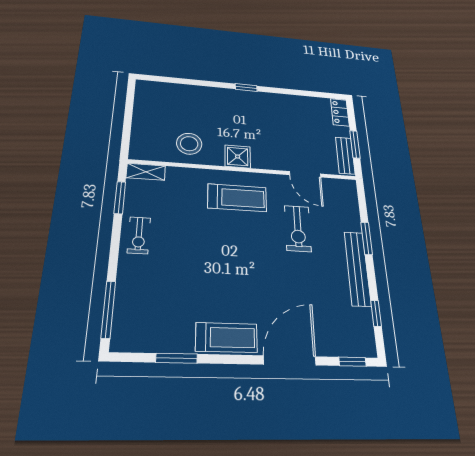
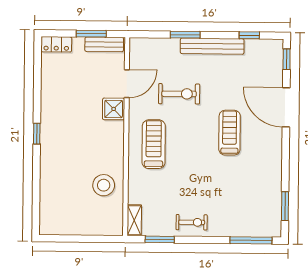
shower: (238, 157) -> (114, 109), moved
treadmill: (226, 337) -> (230, 133), moved
window: (177, 358) -> (285, 206), moved

